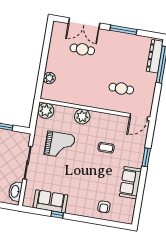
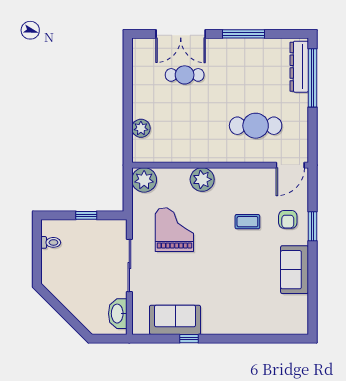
cafe table: (121, 89) -> (256, 126), width x1.37, depth x1.35
grand piano: (60, 145) -> (174, 230), turned -90
armchair: (104, 207) -> (288, 219), moved

